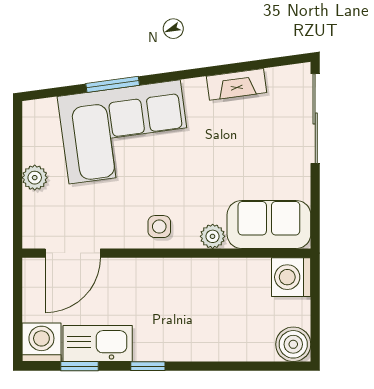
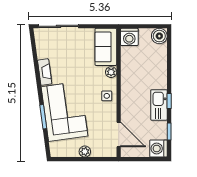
fireplace: (237, 84) -> (45, 72), moved
kitchen sink: (98, 344) -> (159, 105), moved

